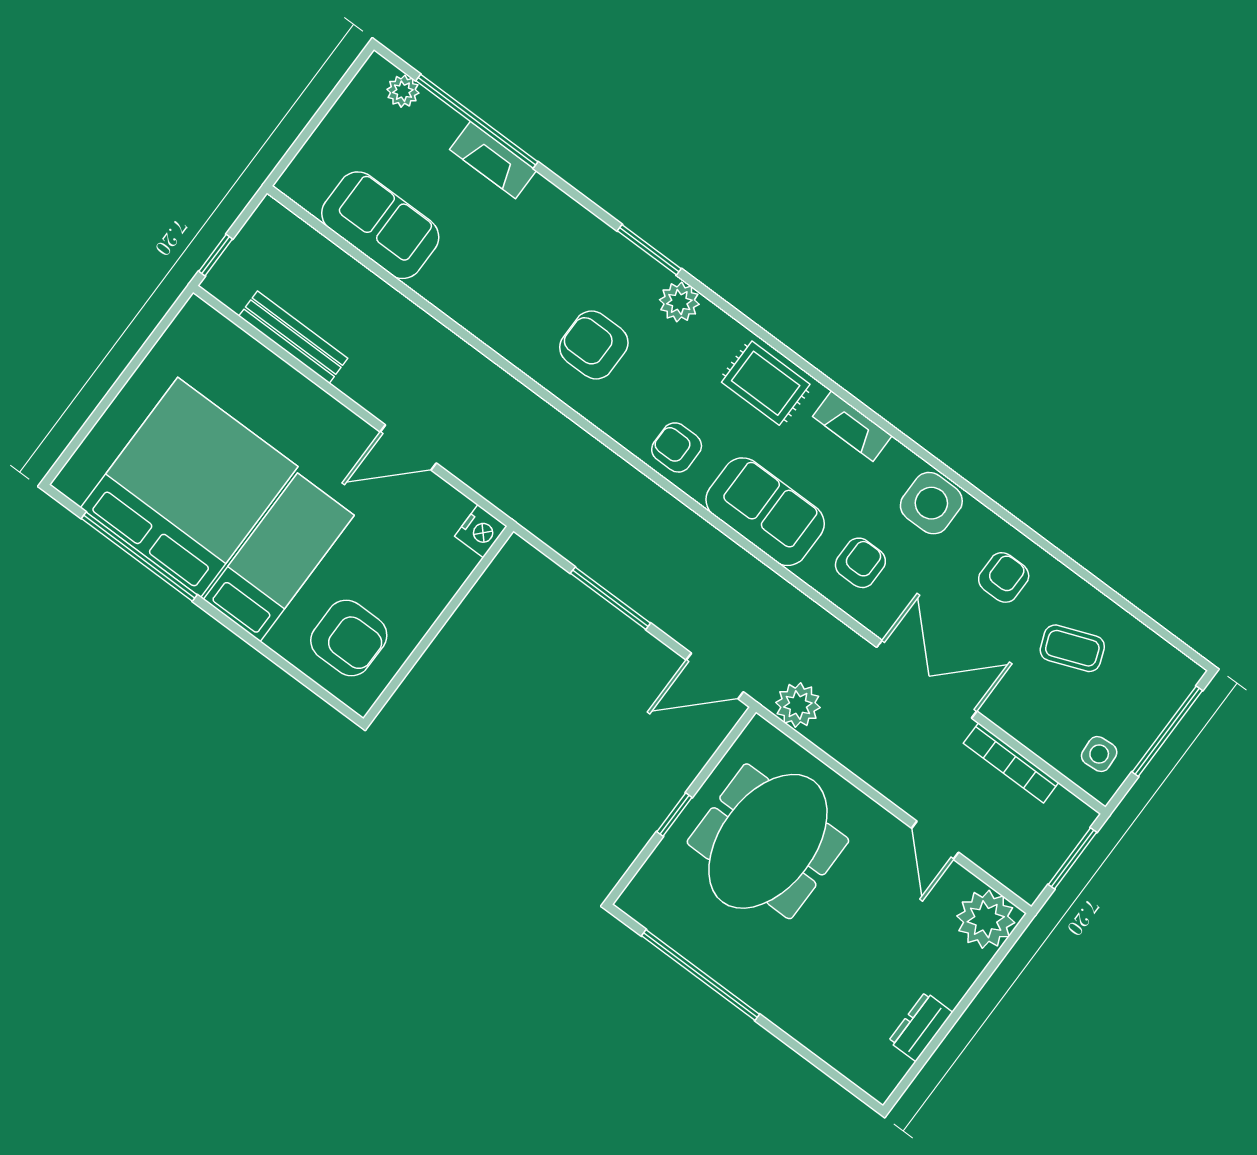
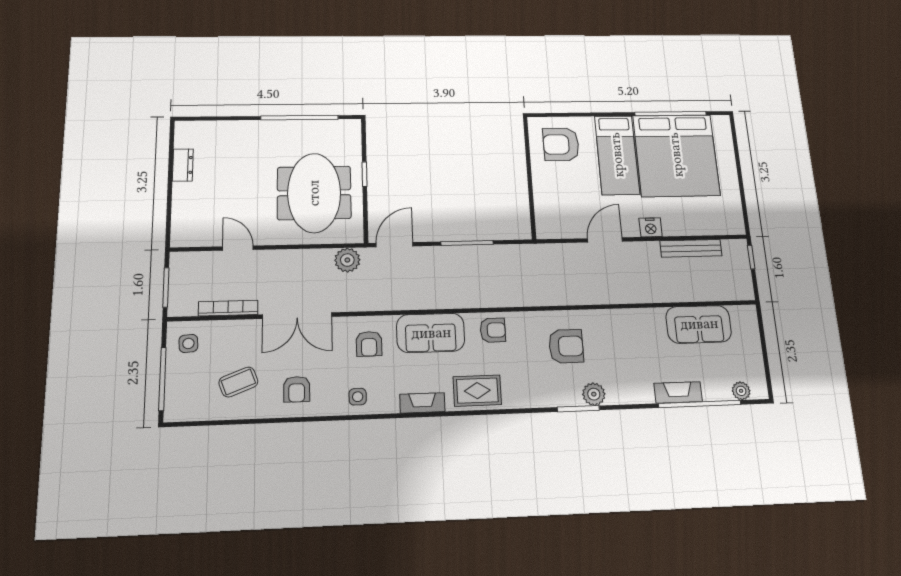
plant: (679, 302) -> (594, 394), moved
side table: (931, 503) -> (358, 397), width x0.54, depth x0.54
nightstand: (481, 531) -> (651, 227), moved, turned -90
plant: (986, 919) -> (187, 231), removed

